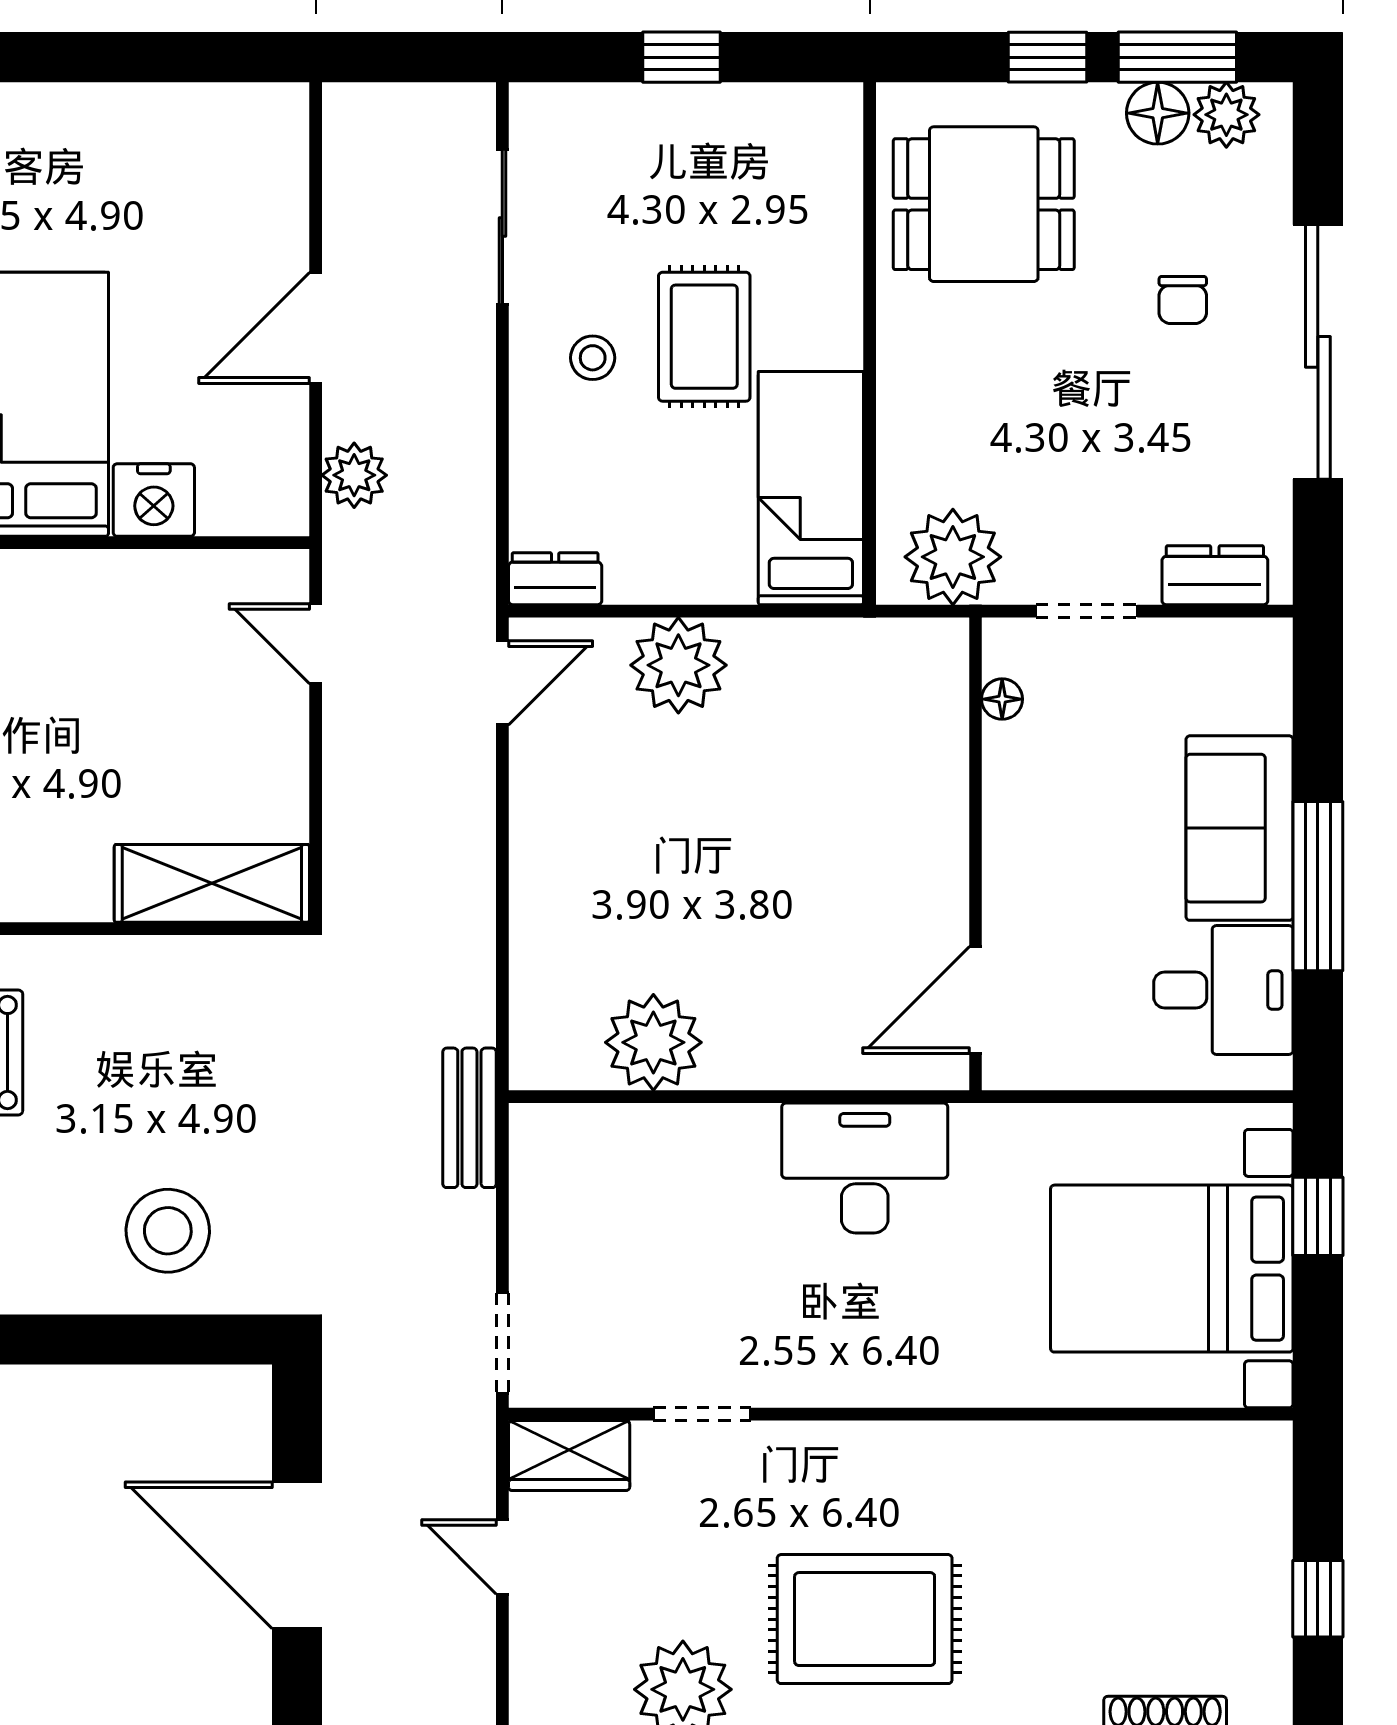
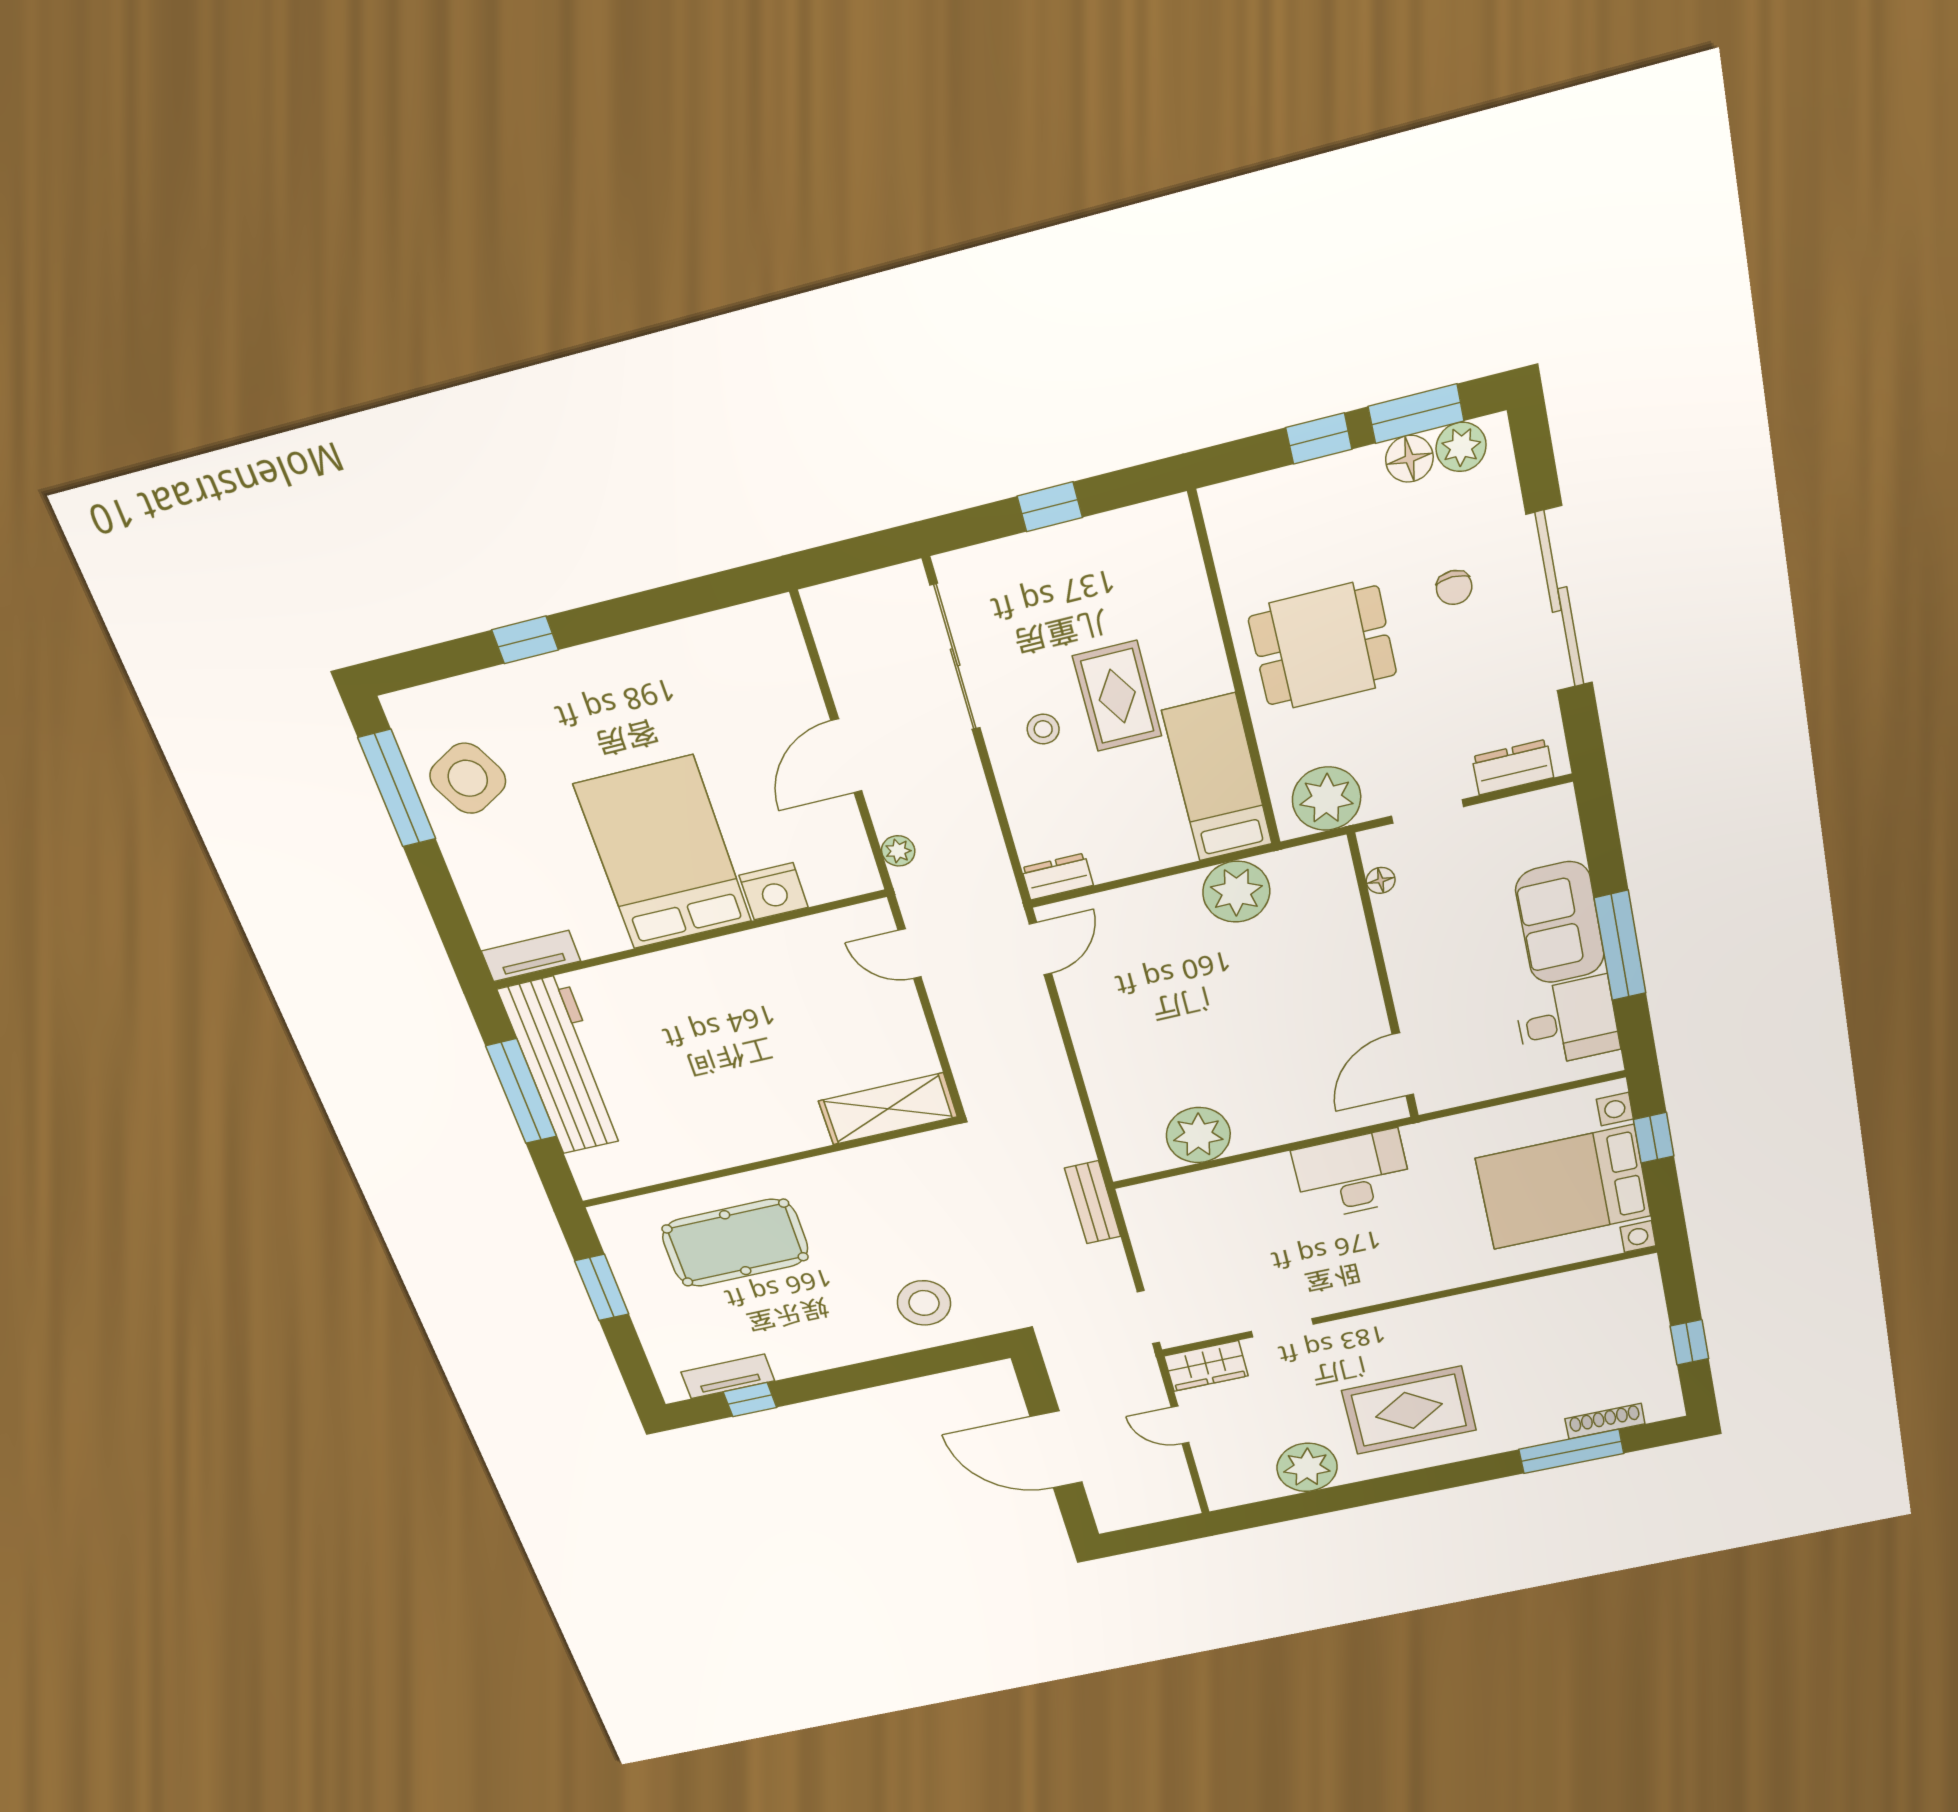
dining table: (984, 204) -> (1323, 646), moved
sliding door: (502, 227) -> (955, 657), width x1.37
plant: (354, 475) -> (898, 851), width x0.73, depth x0.73
plant: (678, 665) -> (1236, 892), moved

